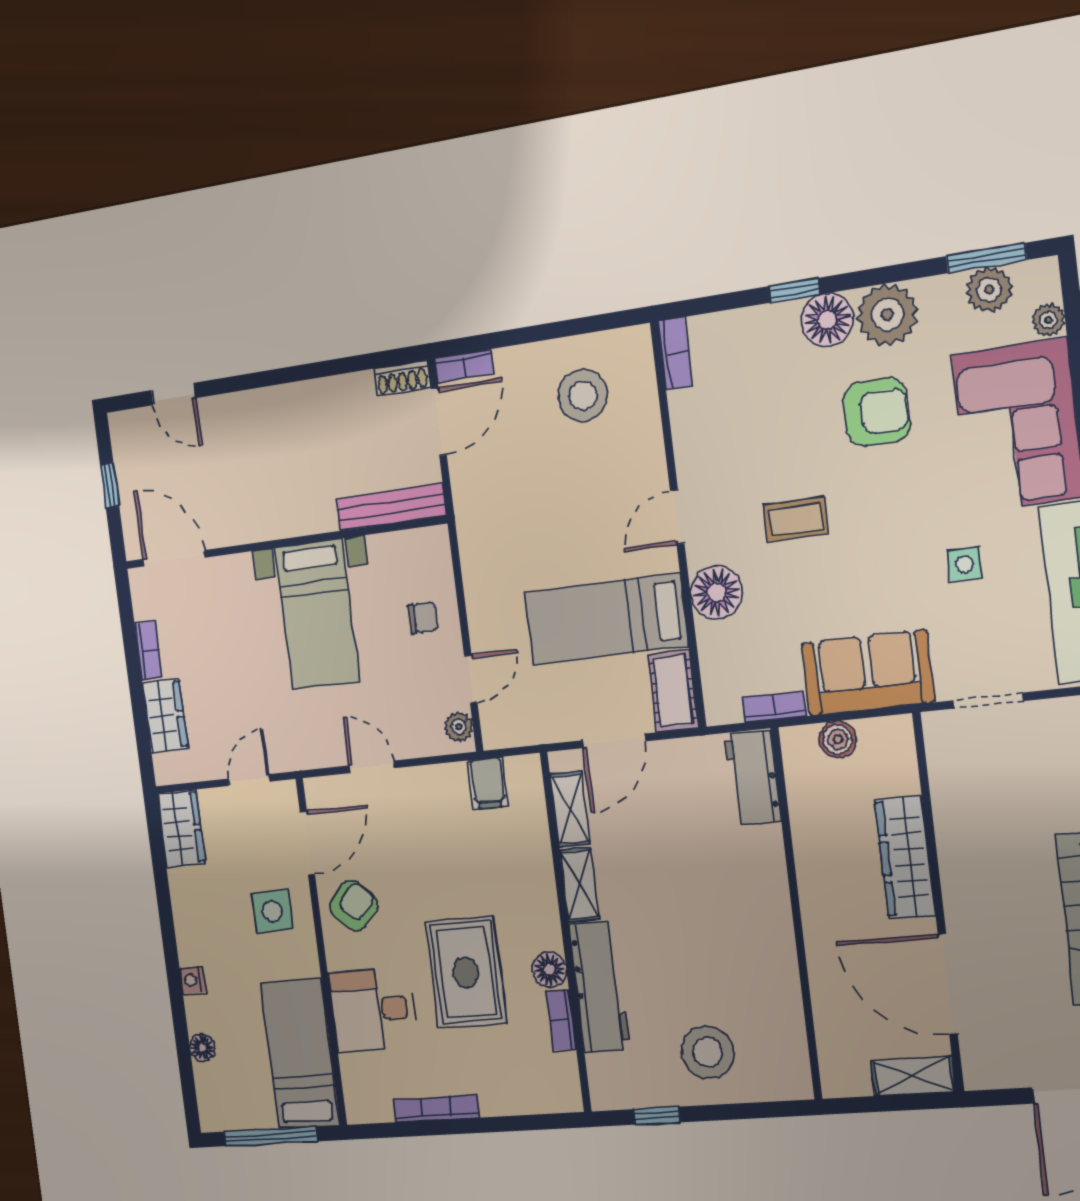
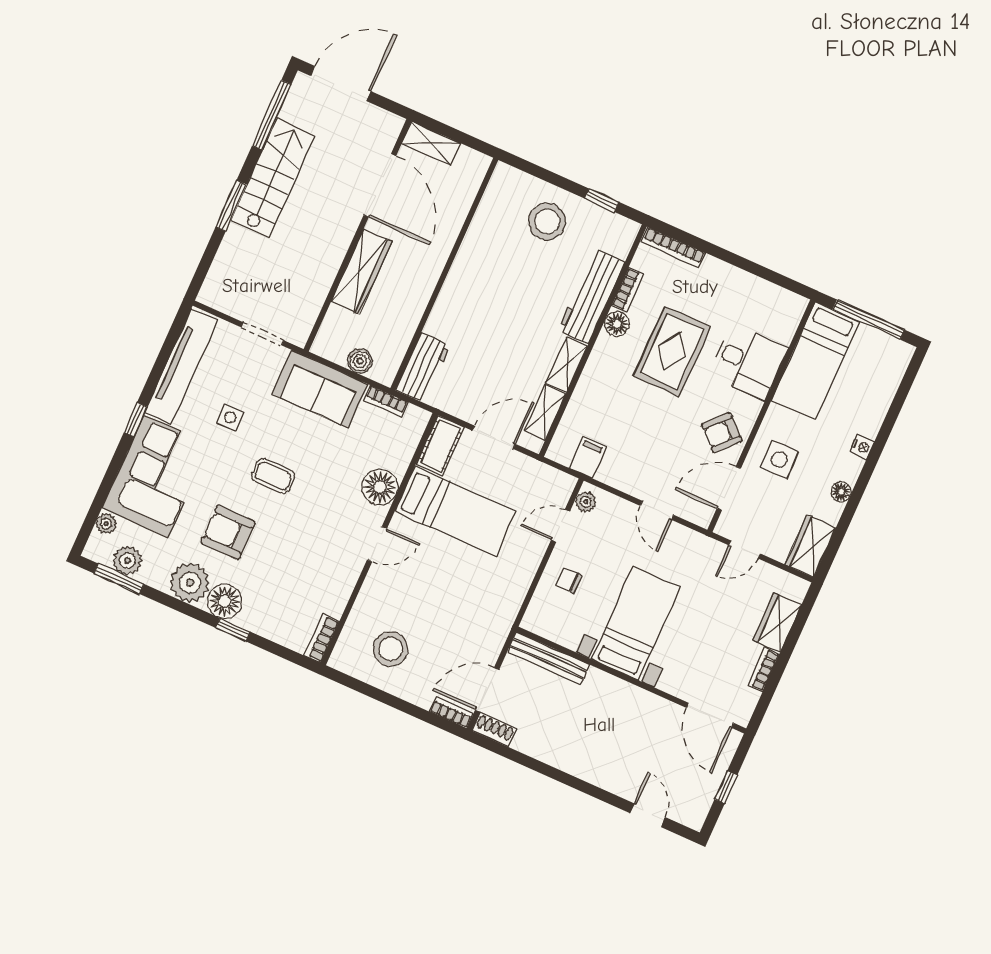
coffee table: (796, 519) -> (273, 476), moved
floor lamp: (202, 1048) -> (841, 492), moved
bookcase: (436, 1109) -> (673, 247), moved

